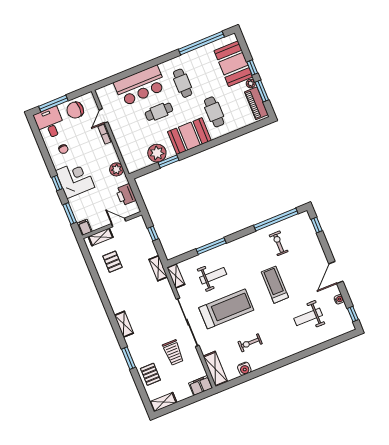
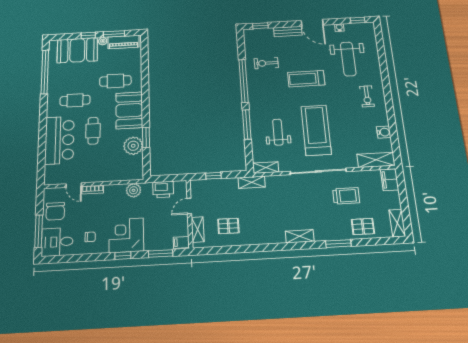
window: (276, 220) -> (244, 81), moved
bench: (319, 253) -> (288, 31), added
weight bench: (308, 317) -> (348, 59), width x1.36, depth x1.33
exercise bike: (250, 343) -> (367, 96), moved

